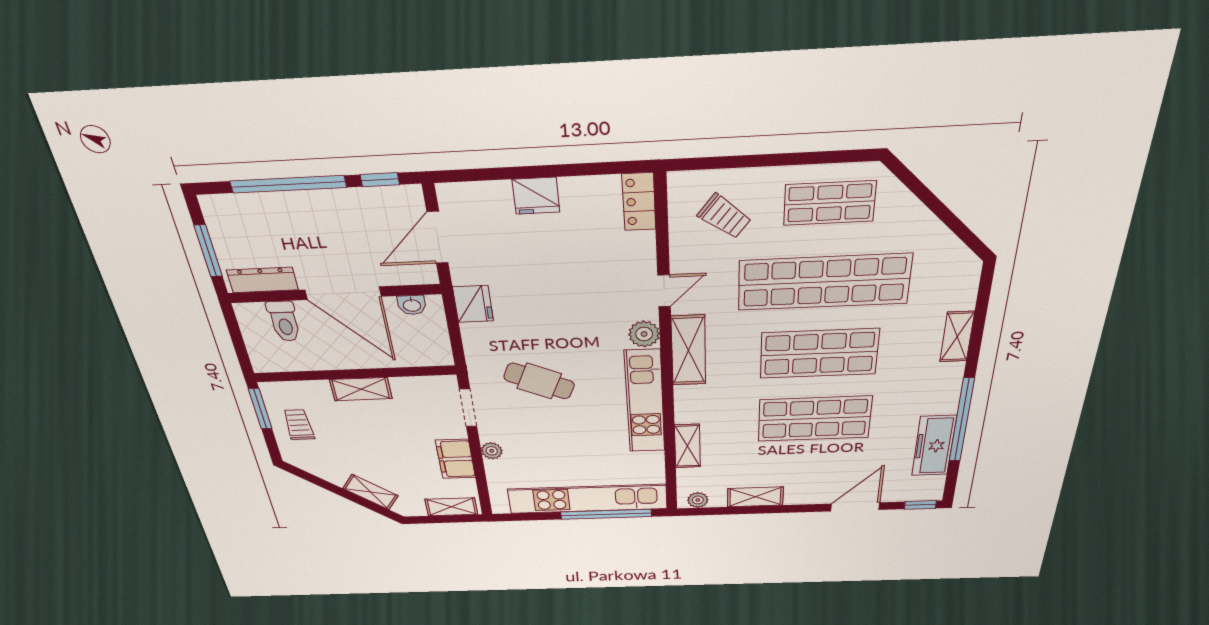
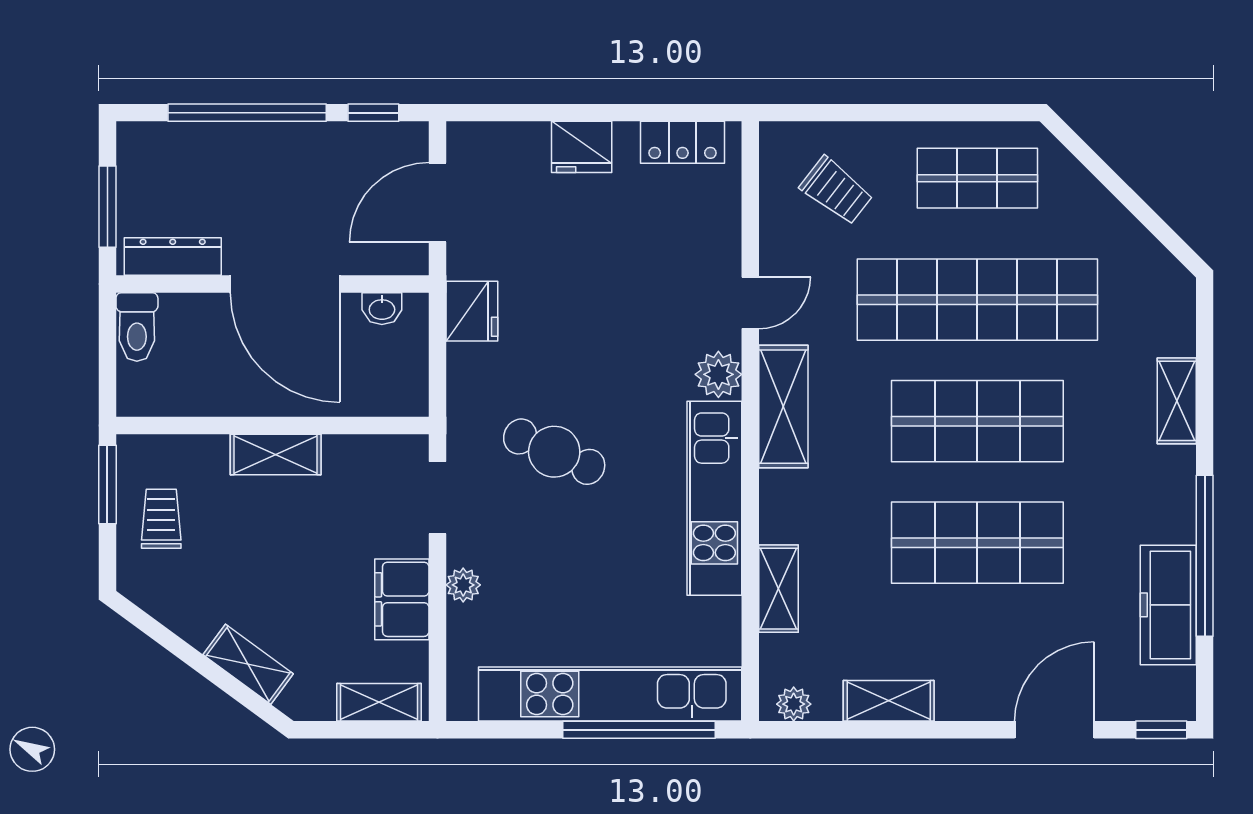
locker: (639, 202) -> (683, 142), moved, turned -90
toilet: (284, 321) -> (137, 327), moved

